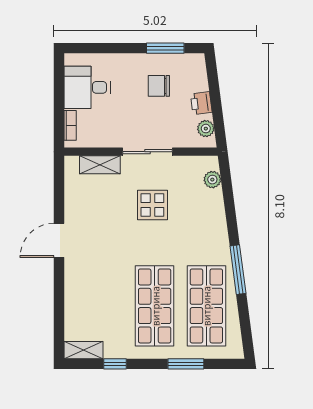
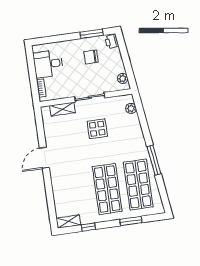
printer: (201, 103) -> (112, 41), moved

